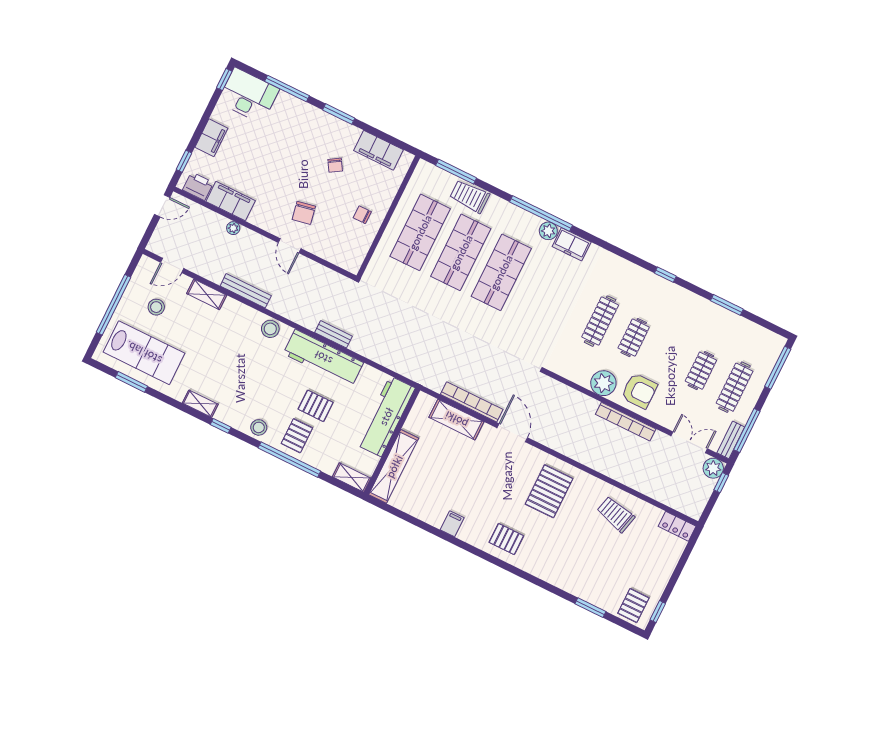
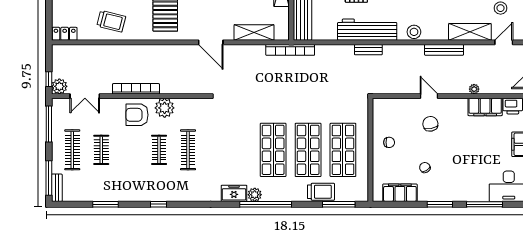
shelving: (207, 294) -> (470, 32), width x1.50, depth x1.33
bookcase: (472, 402) -> (290, 50), moved
bench: (731, 440) -> (57, 188), moved

